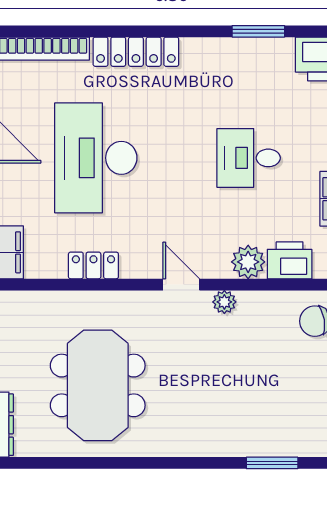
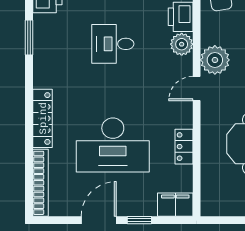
desk: (249, 158) -> (113, 44), turned 90
plant: (224, 302) -> (215, 60), width x1.87, depth x1.87

